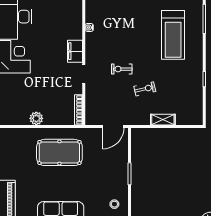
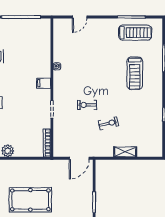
treadmill: (173, 35) -> (135, 73), width x0.73, depth x0.73
filing cabinet: (75, 51) -> (44, 83), width x0.50
pool table: (59, 152) -> (30, 200), moved

